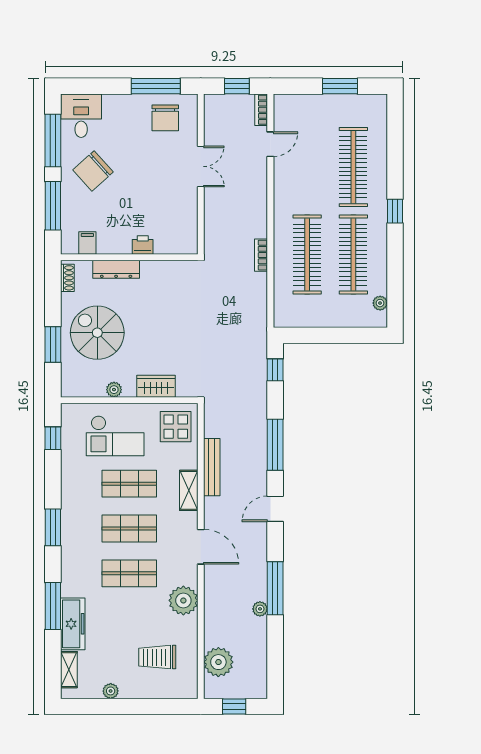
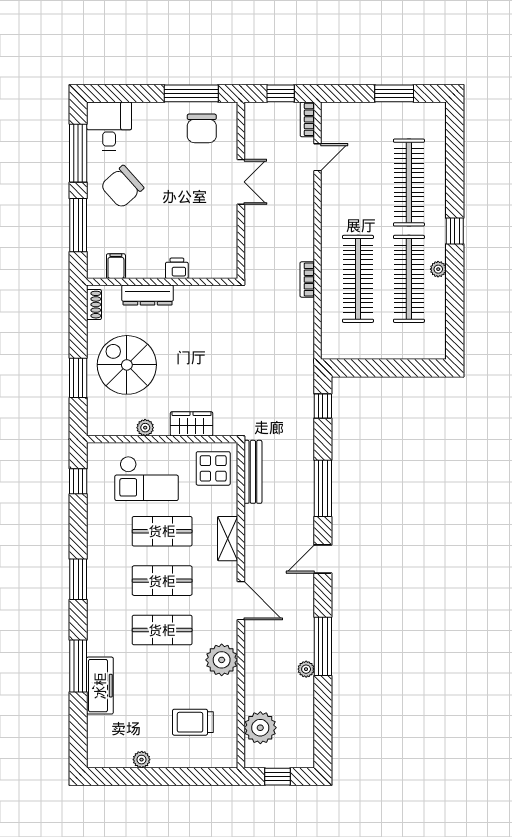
plant: (380, 303) -> (438, 269), moved
bench: (212, 467) -> (253, 472), moved
shelving: (69, 670) -> (96, 736), removed

